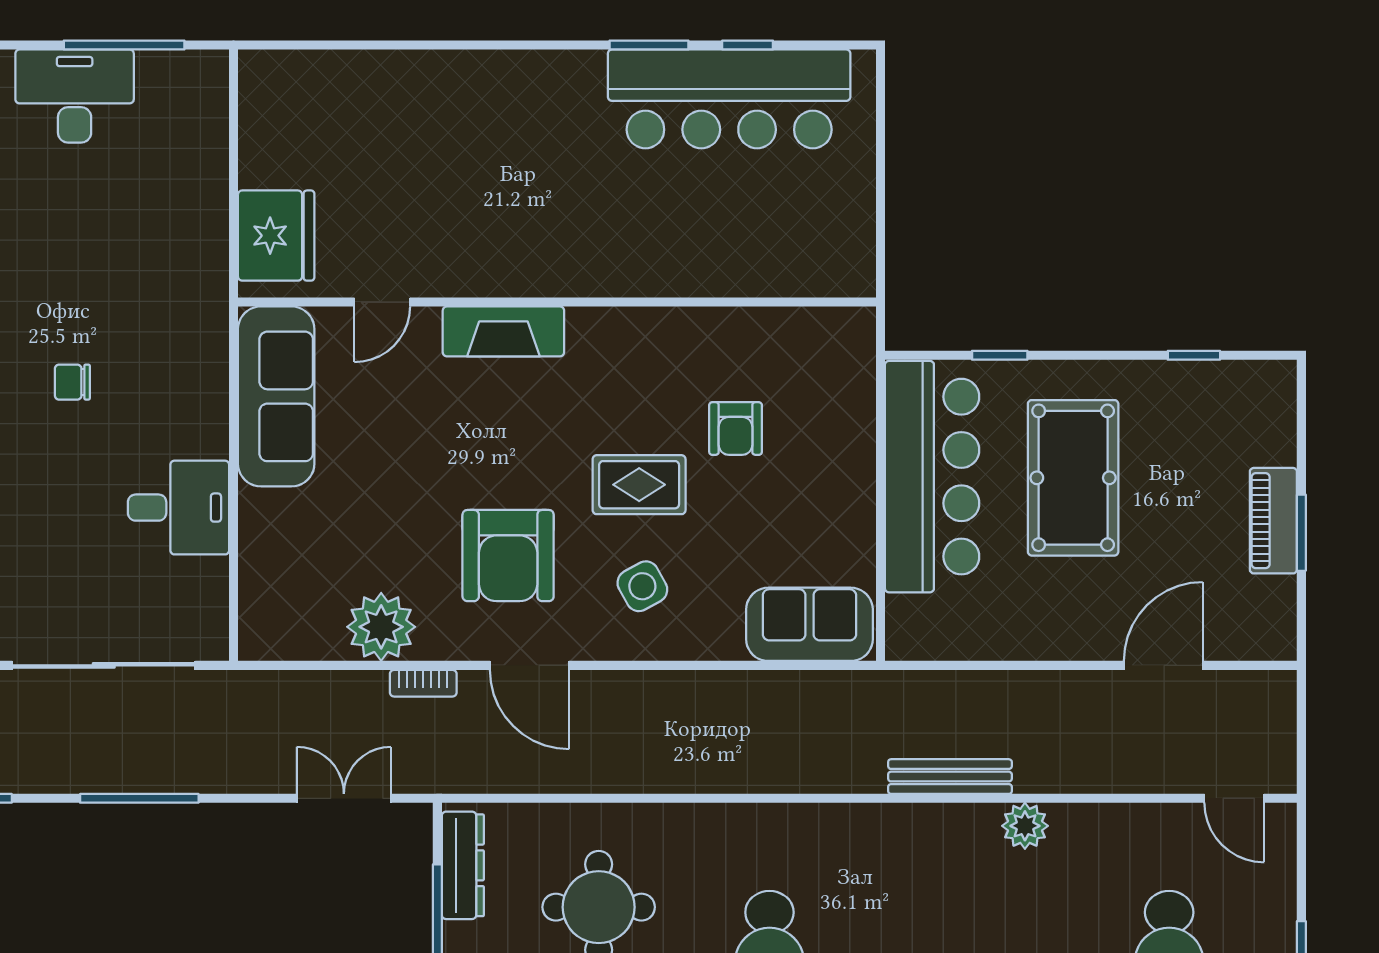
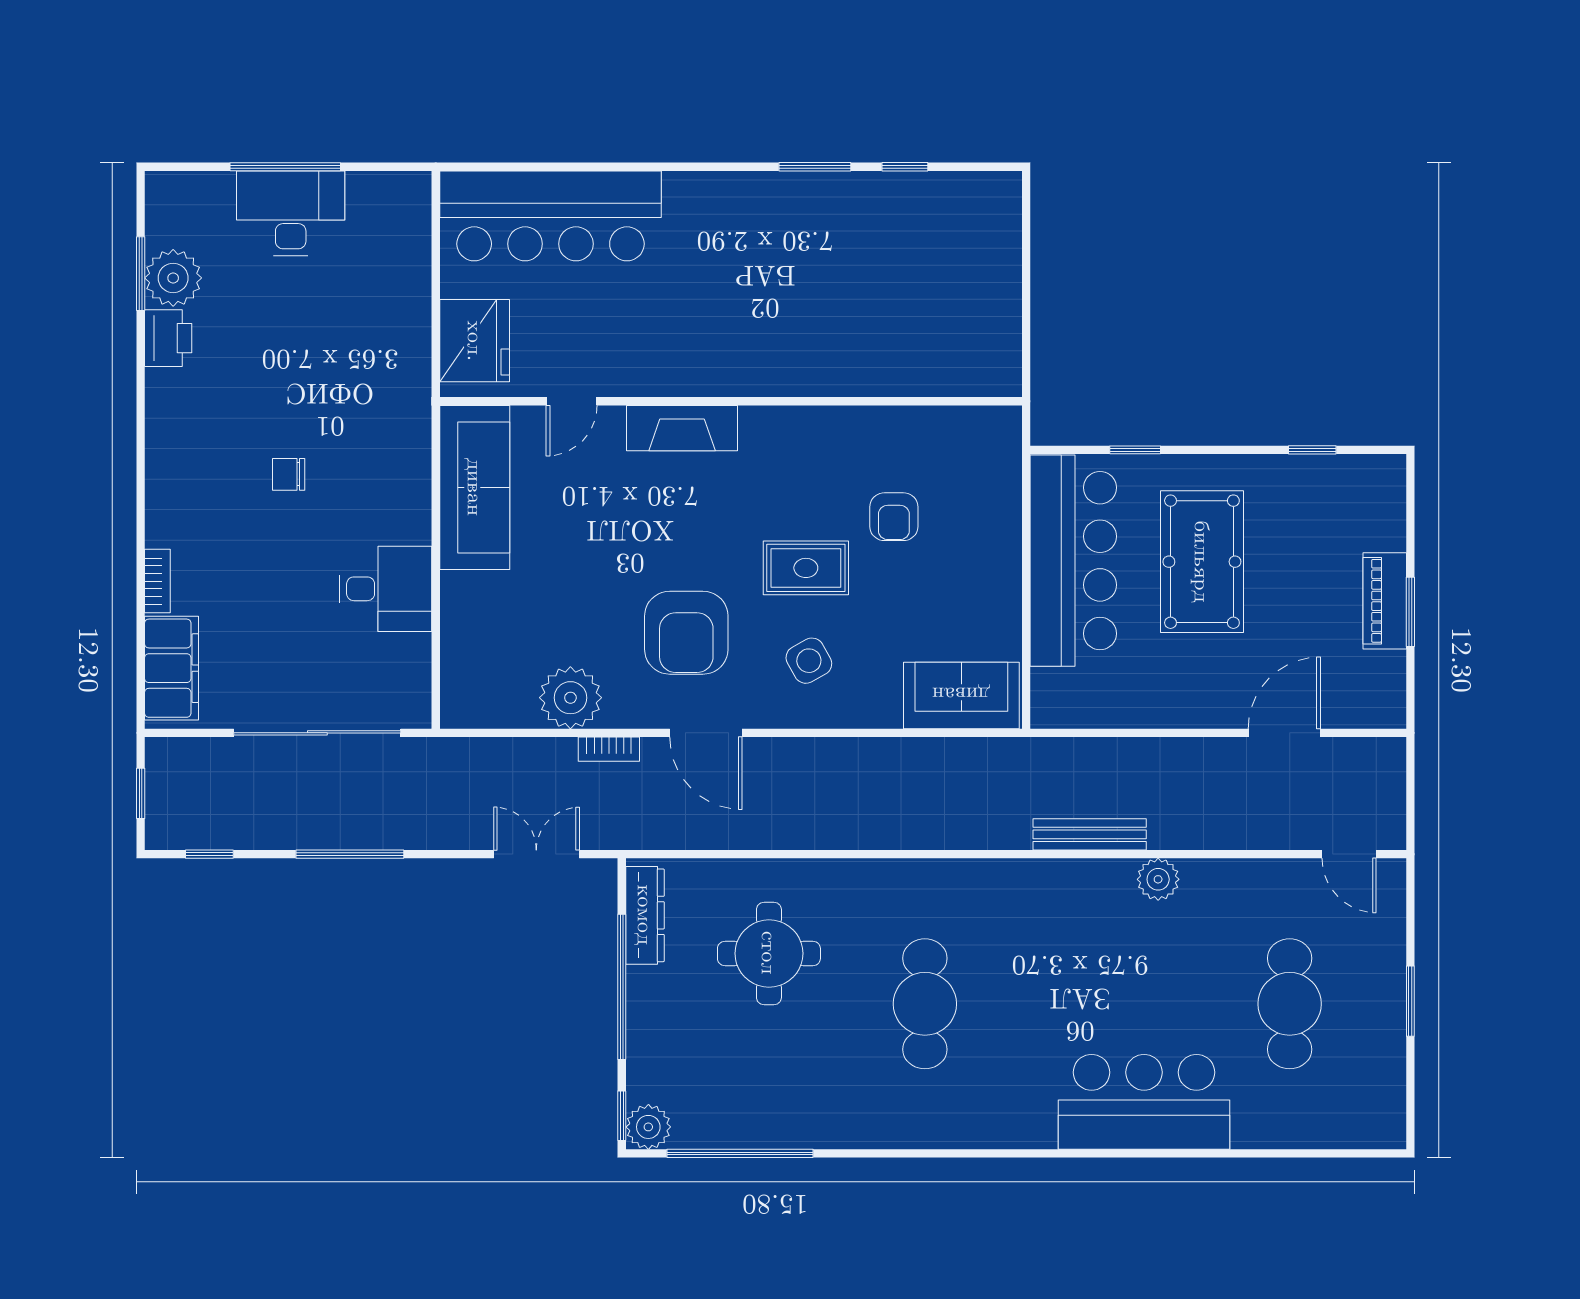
window: (124, 45) -> (285, 167), moved
bar counter: (729, 99) -> (551, 216), moved

